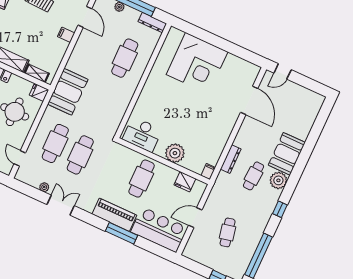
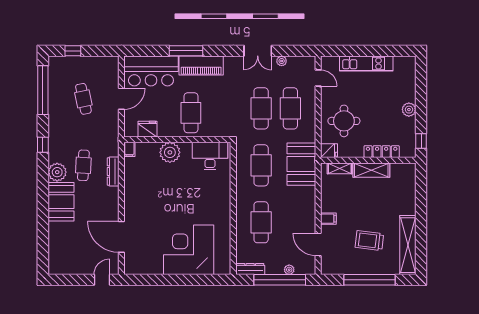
cafe table: (102, 107) -> (261, 165), added

